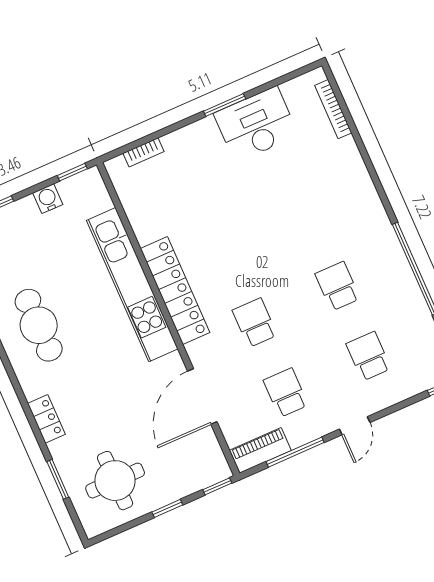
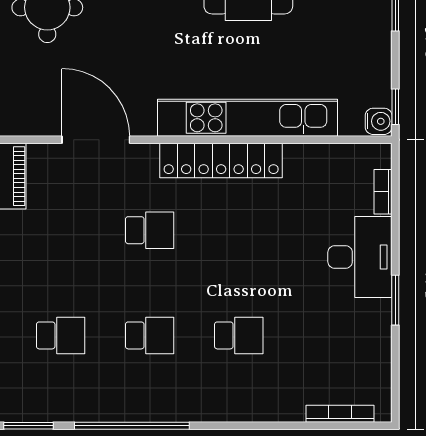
desk: (256, 124) -> (360, 257), moved
water cooler: (48, 199) -> (379, 121), moved
school desk: (286, 393) -> (239, 335), moved

